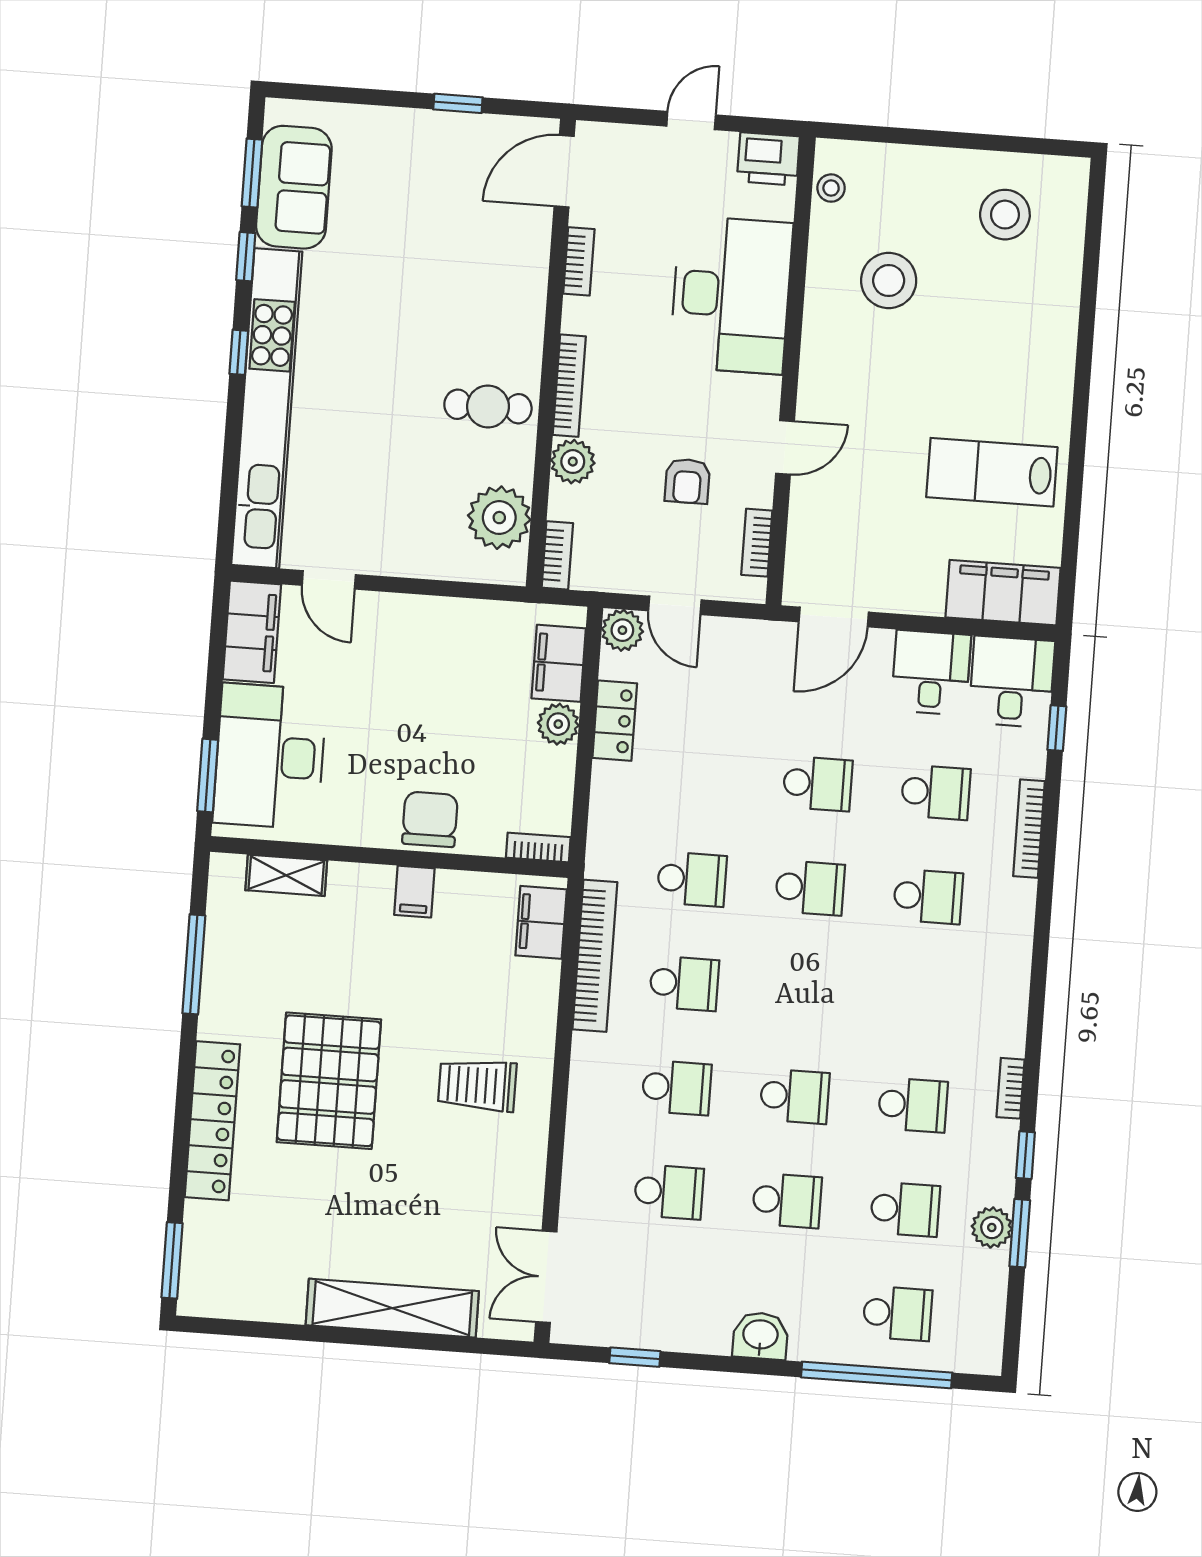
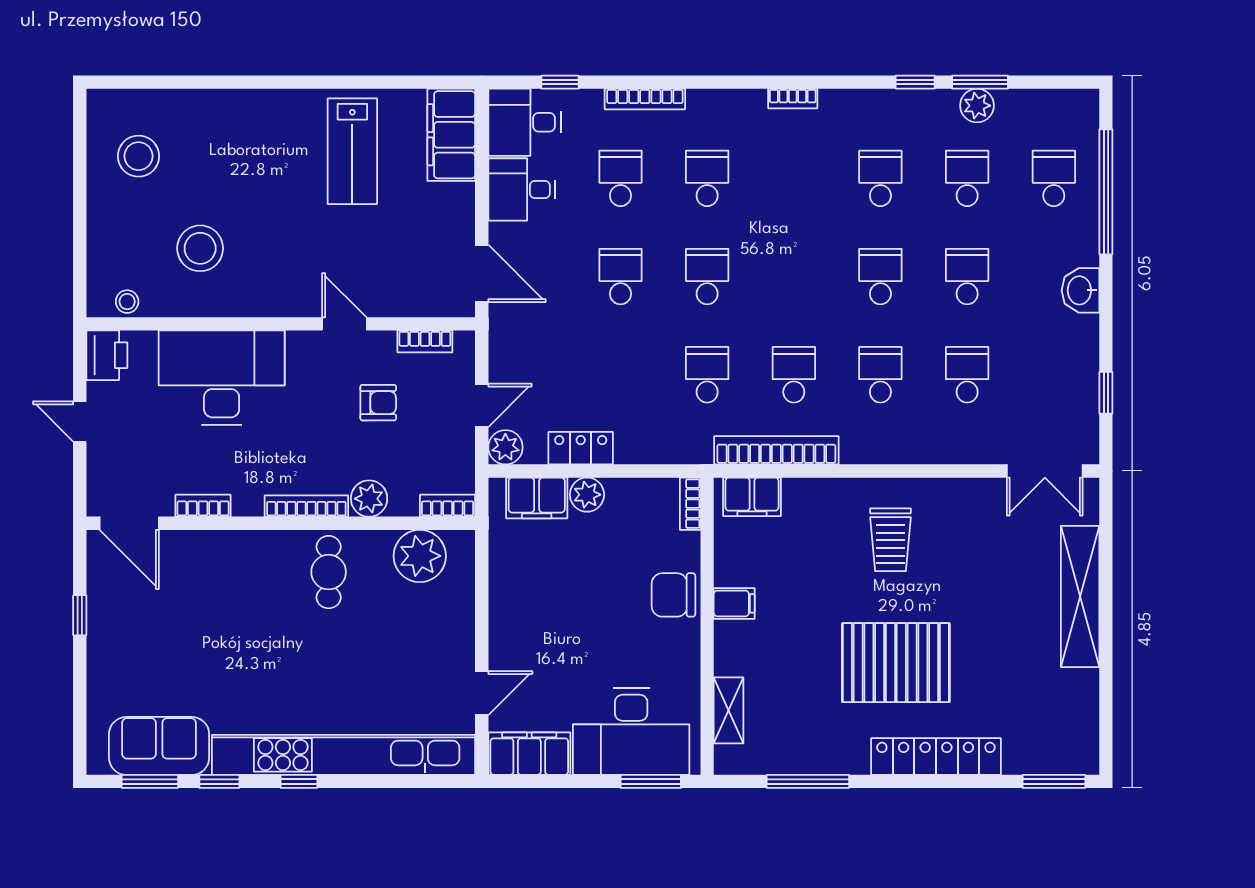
bookcase: (1011, 1088) -> (793, 99), moved

